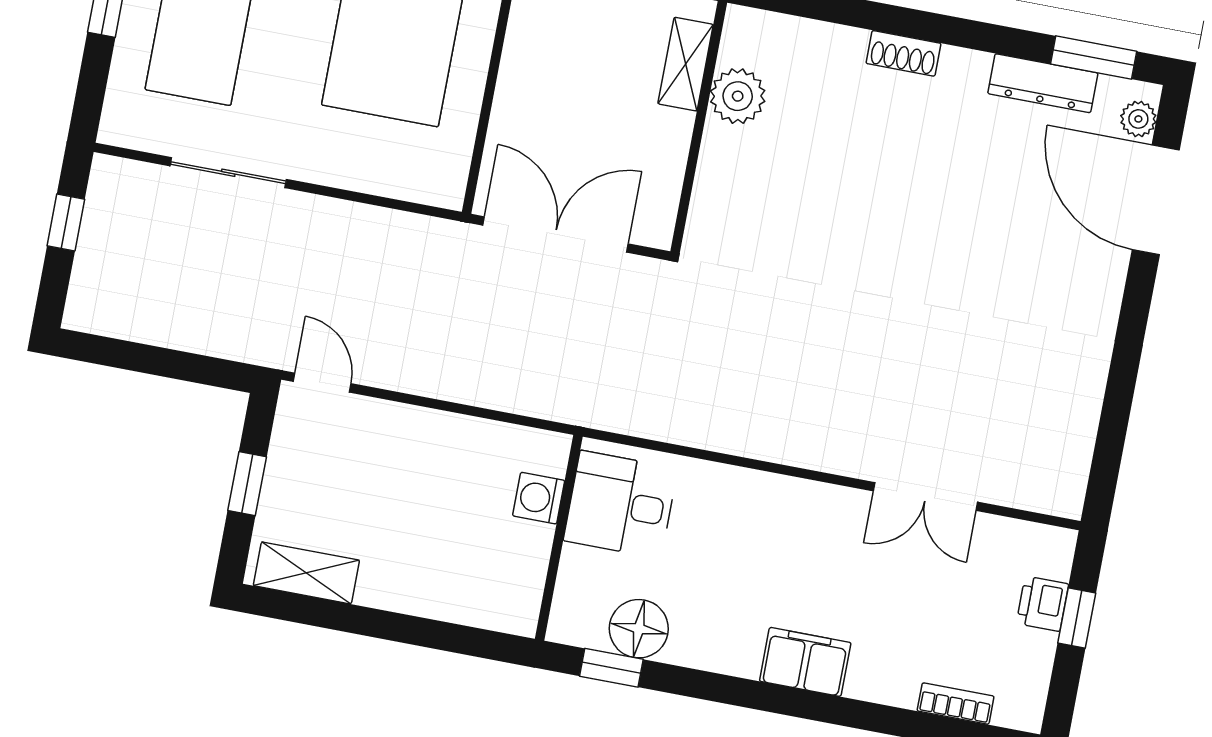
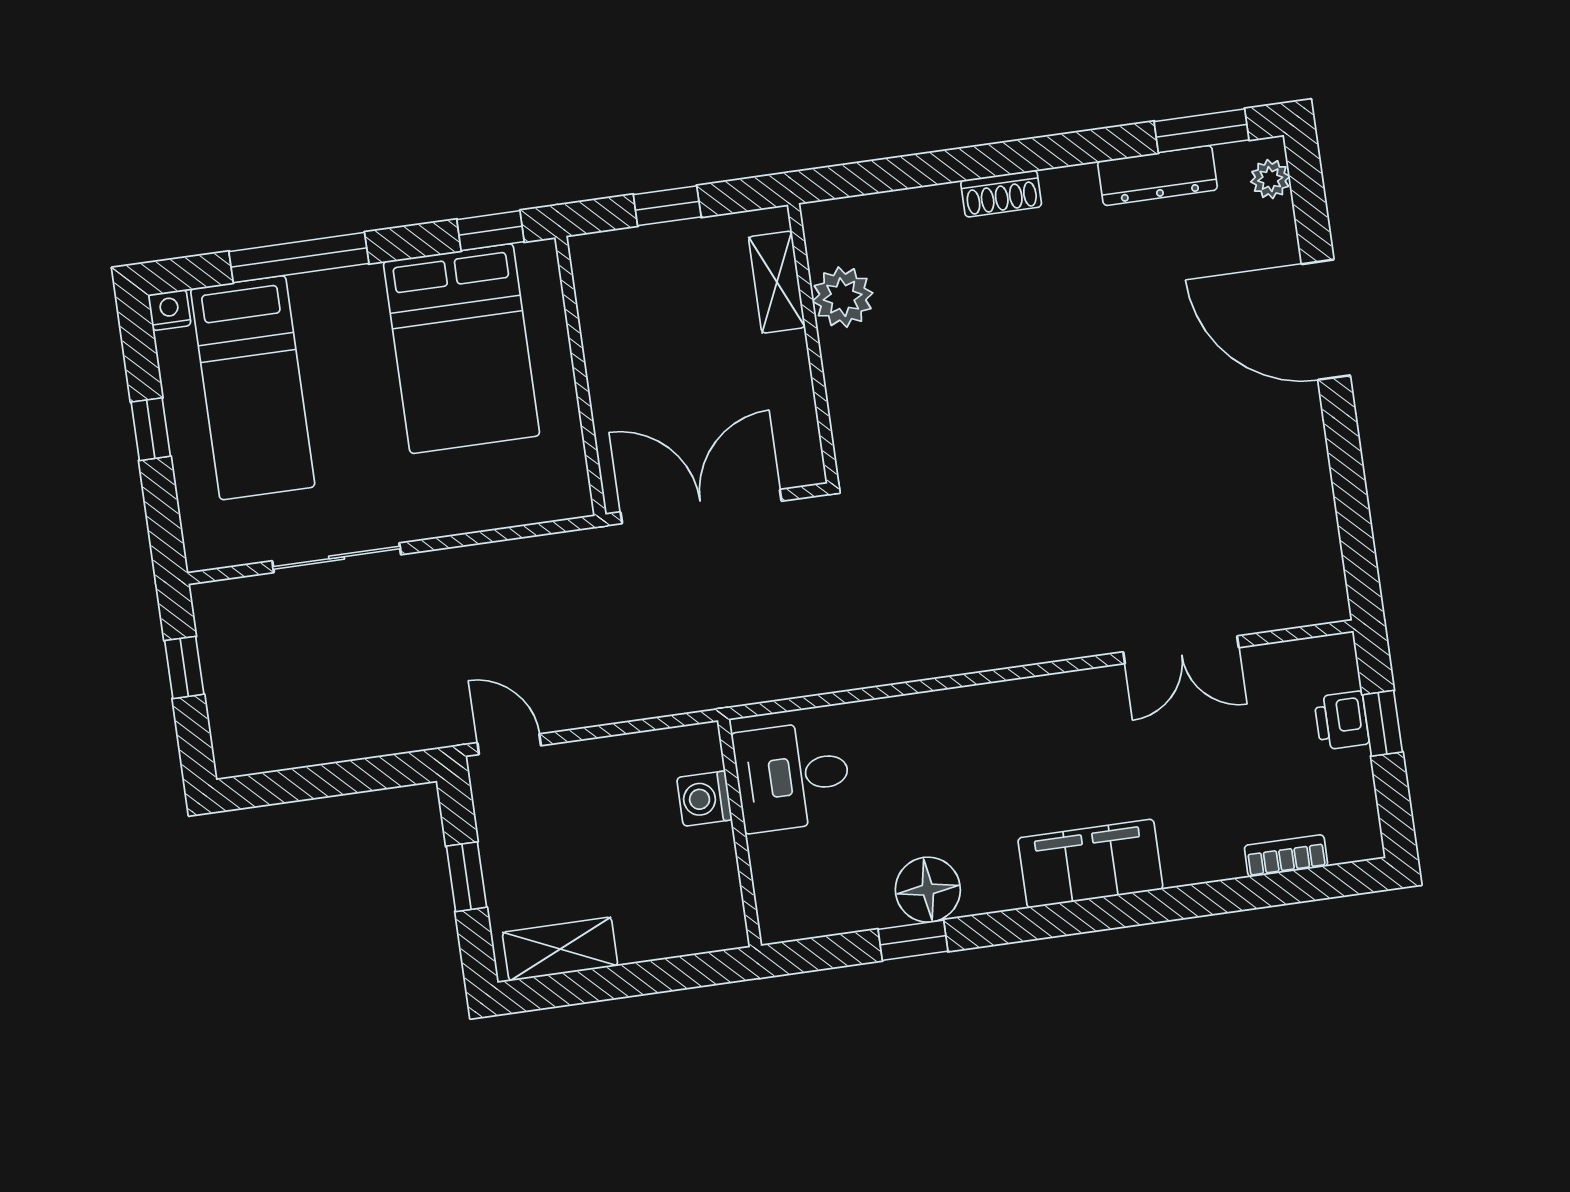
door: (1156, 200) -> (1326, 320), moved
washing machine: (539, 498) -> (704, 799), moved
desk: (621, 504) -> (793, 776), moved
wall: (559, 538) -> (740, 833), moved
filing cabinet: (805, 662) -> (1090, 864), width x1.50, depth x1.17

